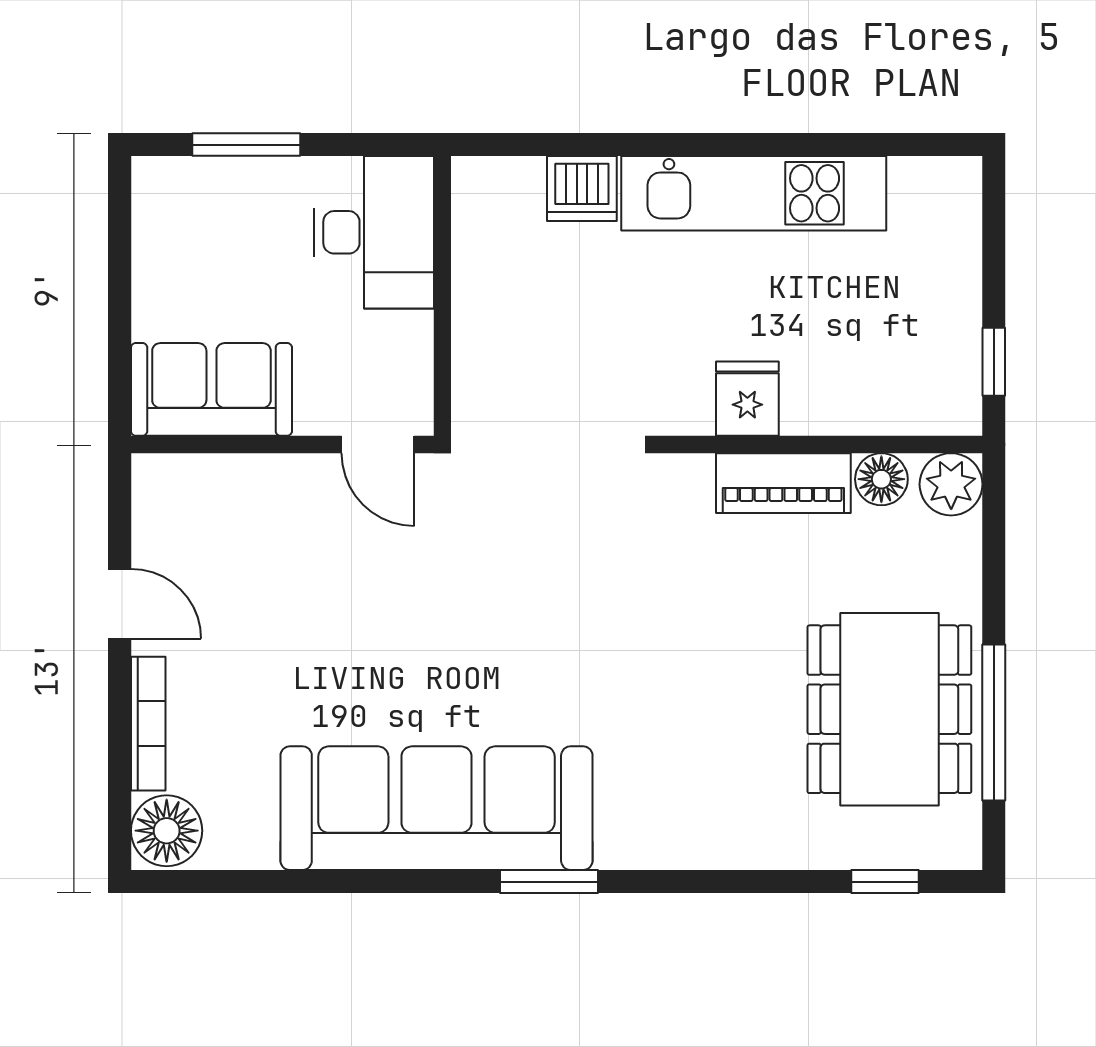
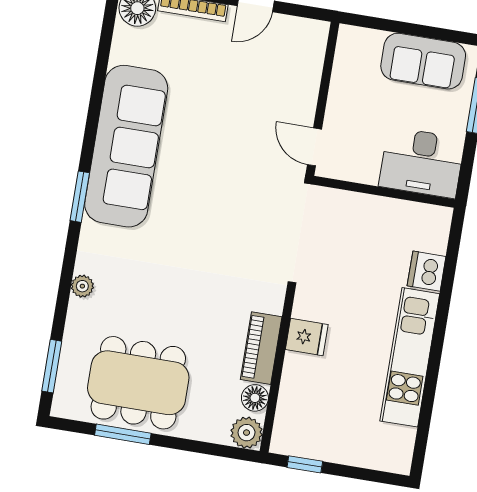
sofa: (211, 389) -> (423, 61), moved, turned 90
door: (378, 444) -> (314, 147), hinge flipped
window: (994, 723) -> (123, 434), width x0.69
plant: (721, 848) -> (82, 286), added
window: (885, 882) -> (52, 366), width x1.50

